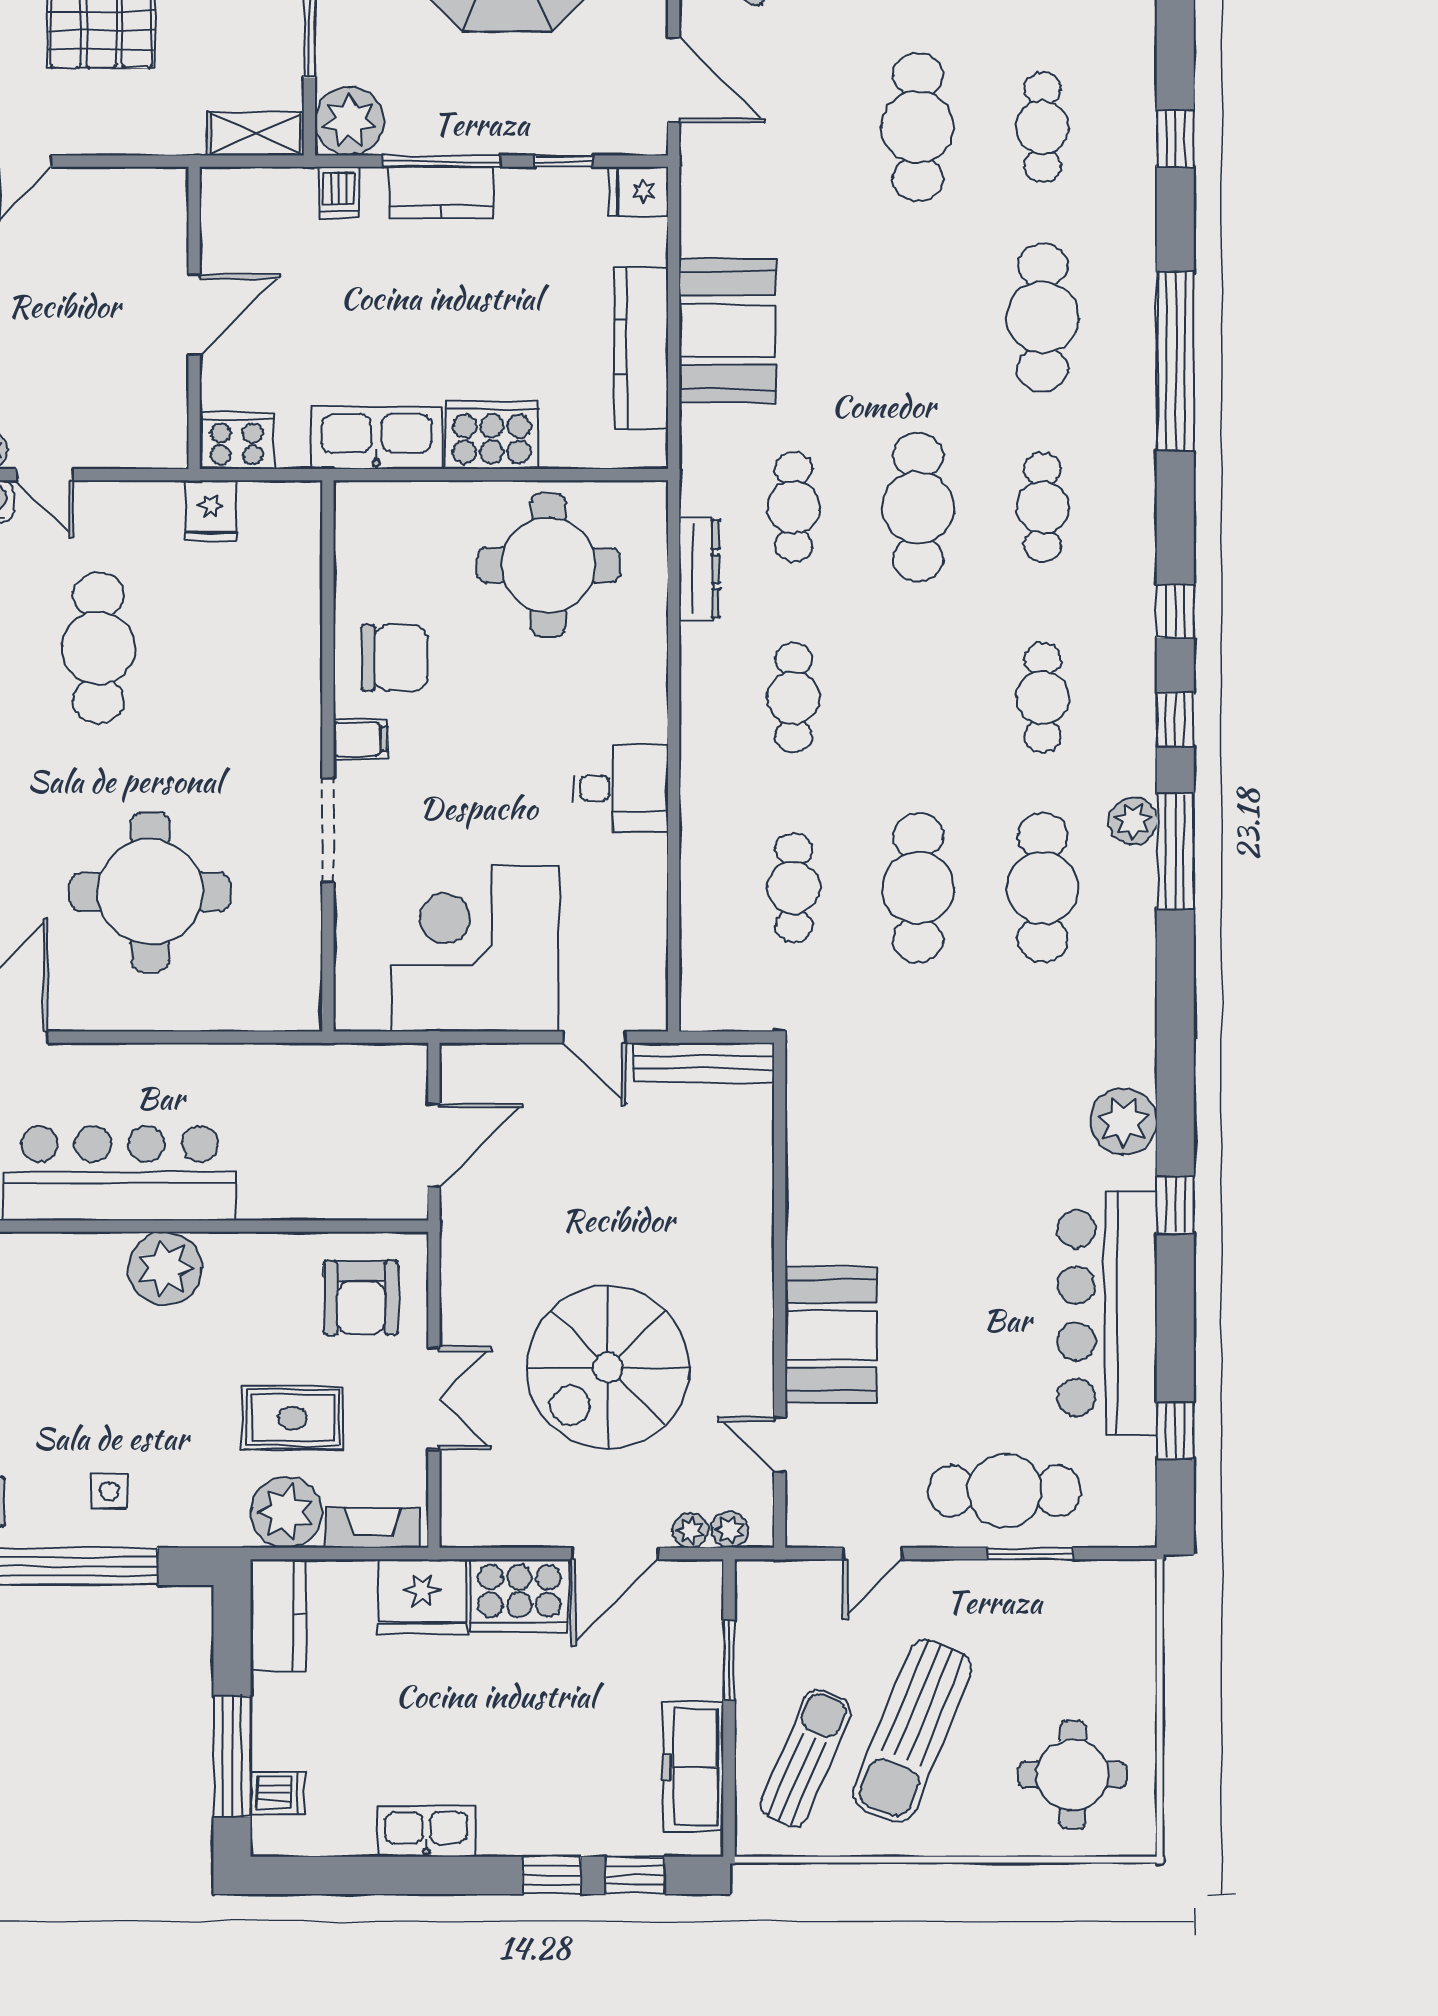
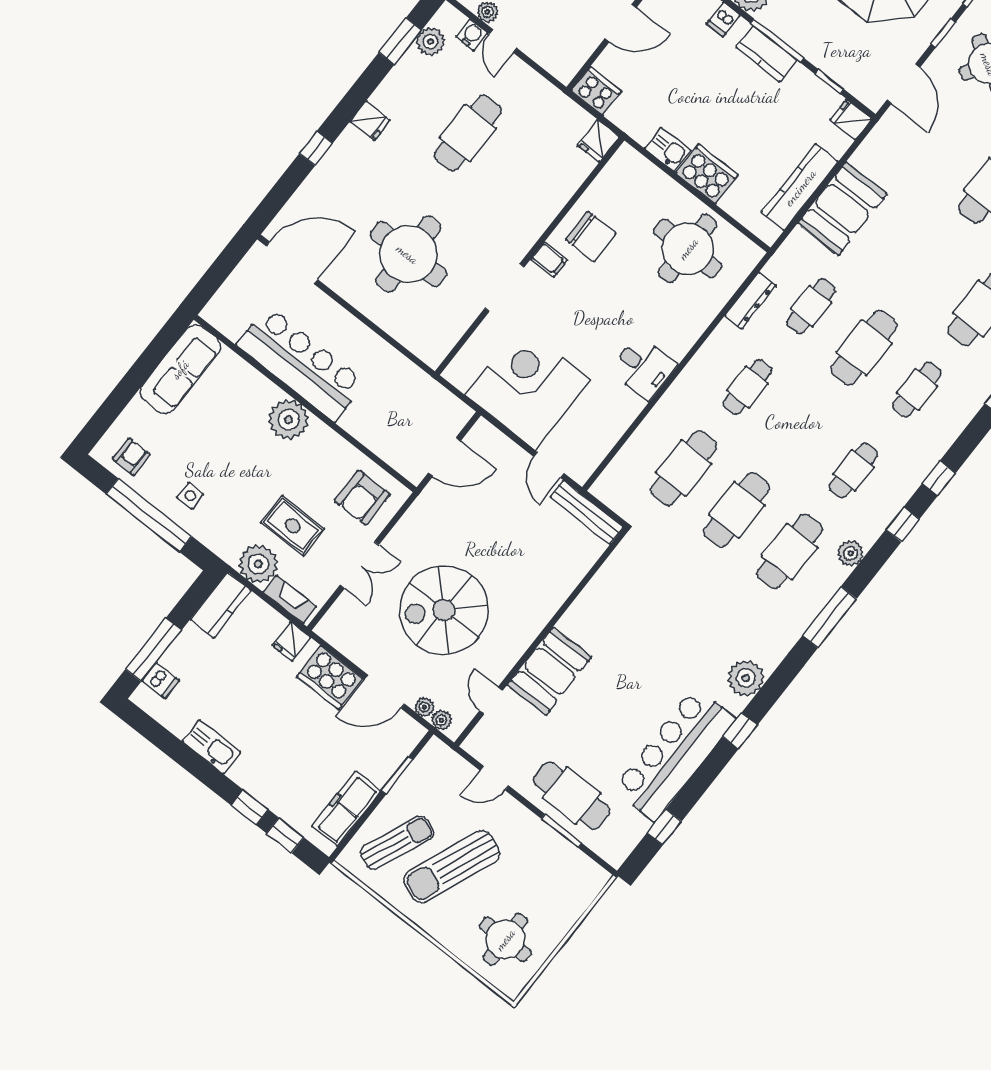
kitchen sink: (376, 438) -> (668, 149), width x0.53, depth x0.81
fridge: (211, 511) -> (598, 141), moved
window: (1175, 851) -> (829, 617), moved
cafe table: (794, 888) -> (684, 468), width x1.37, depth x1.35
fridge: (422, 1596) -> (291, 641), width x0.53, depth x0.75

